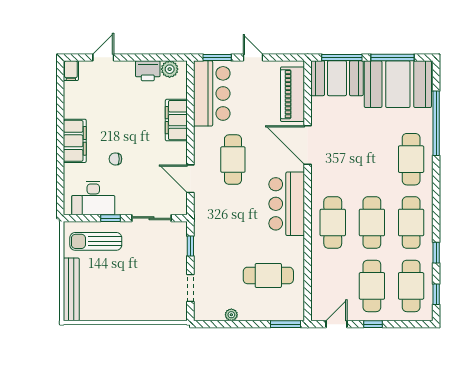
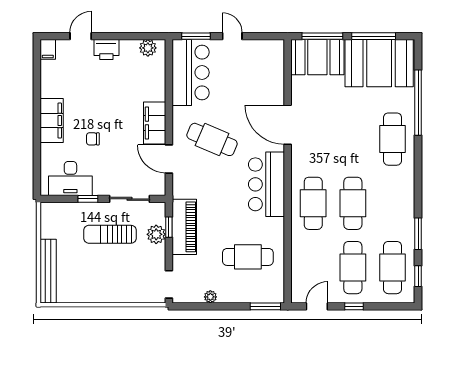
printer: (148, 71) -> (106, 50), moved
piano: (293, 94) -> (184, 227), moved, turned 180
filing cabinet: (176, 120) -> (155, 123), moved
cafe table: (233, 160) -> (212, 139), turned -67
cafe table: (411, 223) -> (393, 203), removed
sun lounger: (96, 241) -> (110, 234), moved
plant: (178, 253) -> (156, 234), added
window: (436, 253) -> (418, 234), width x1.50
doorway: (190, 288) -> (169, 284), moved

